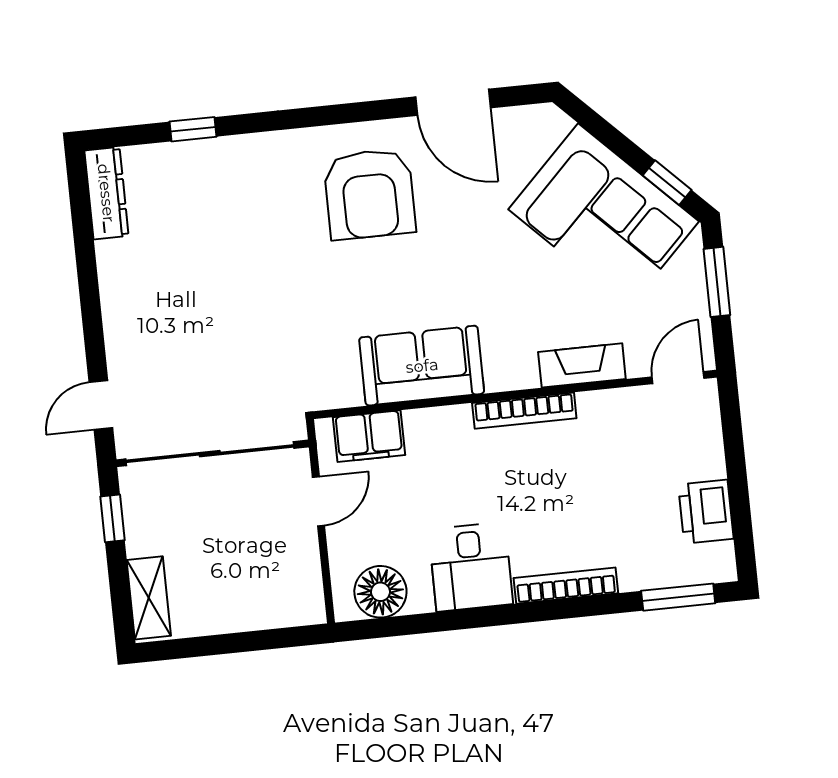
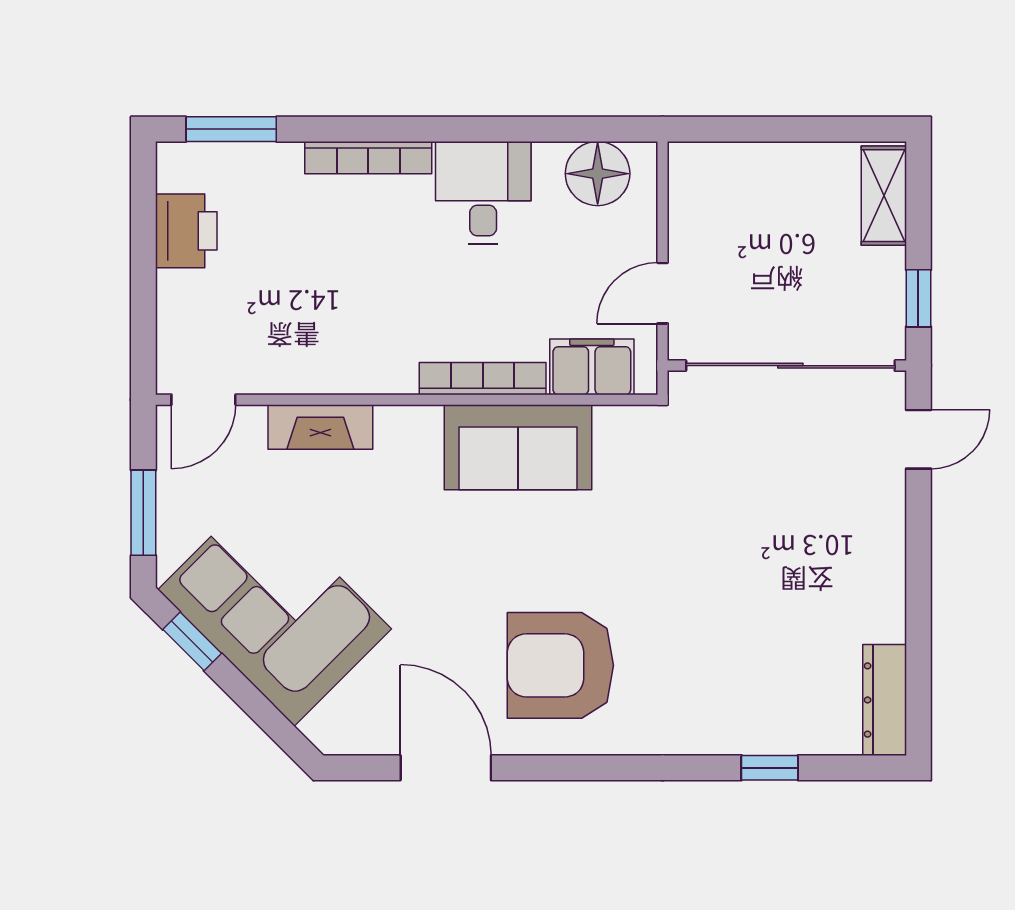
armchair: (370, 194) -> (560, 665), turned -90
bookcase: (524, 411) -> (483, 379), moved

